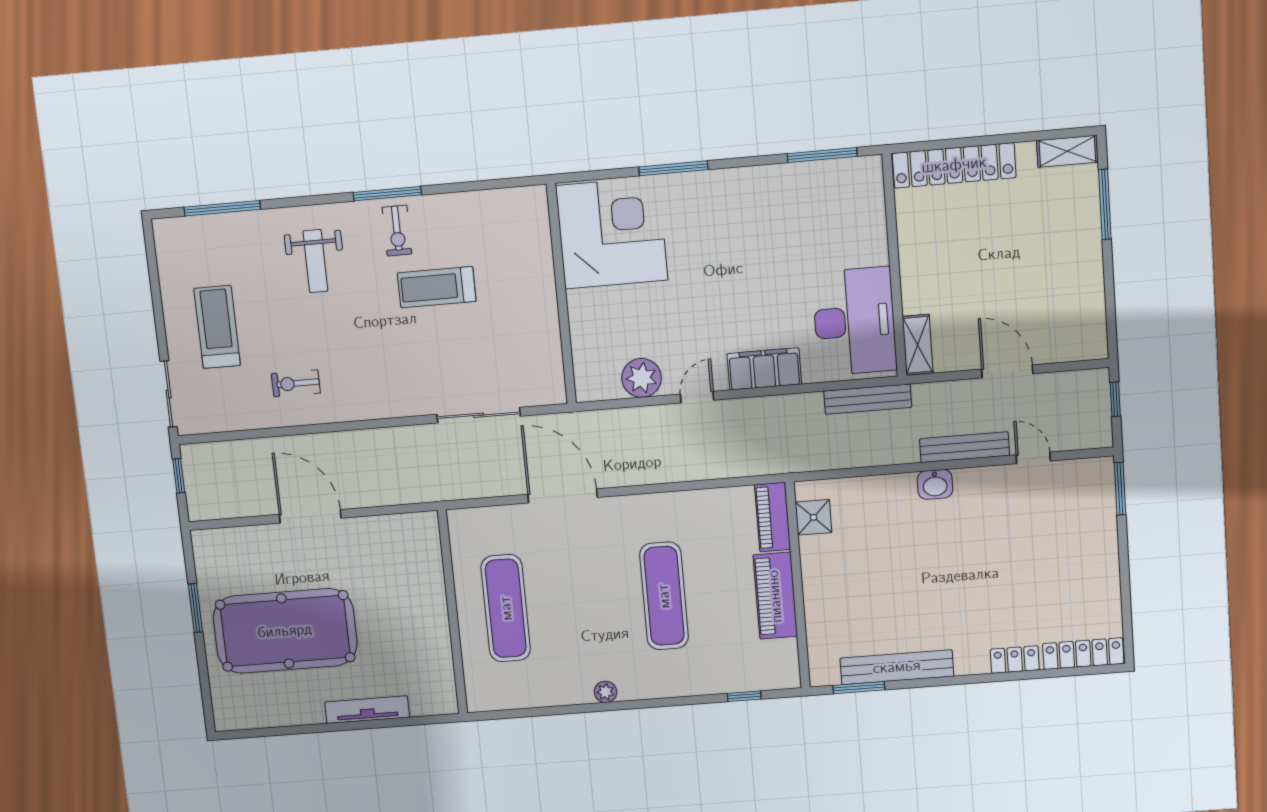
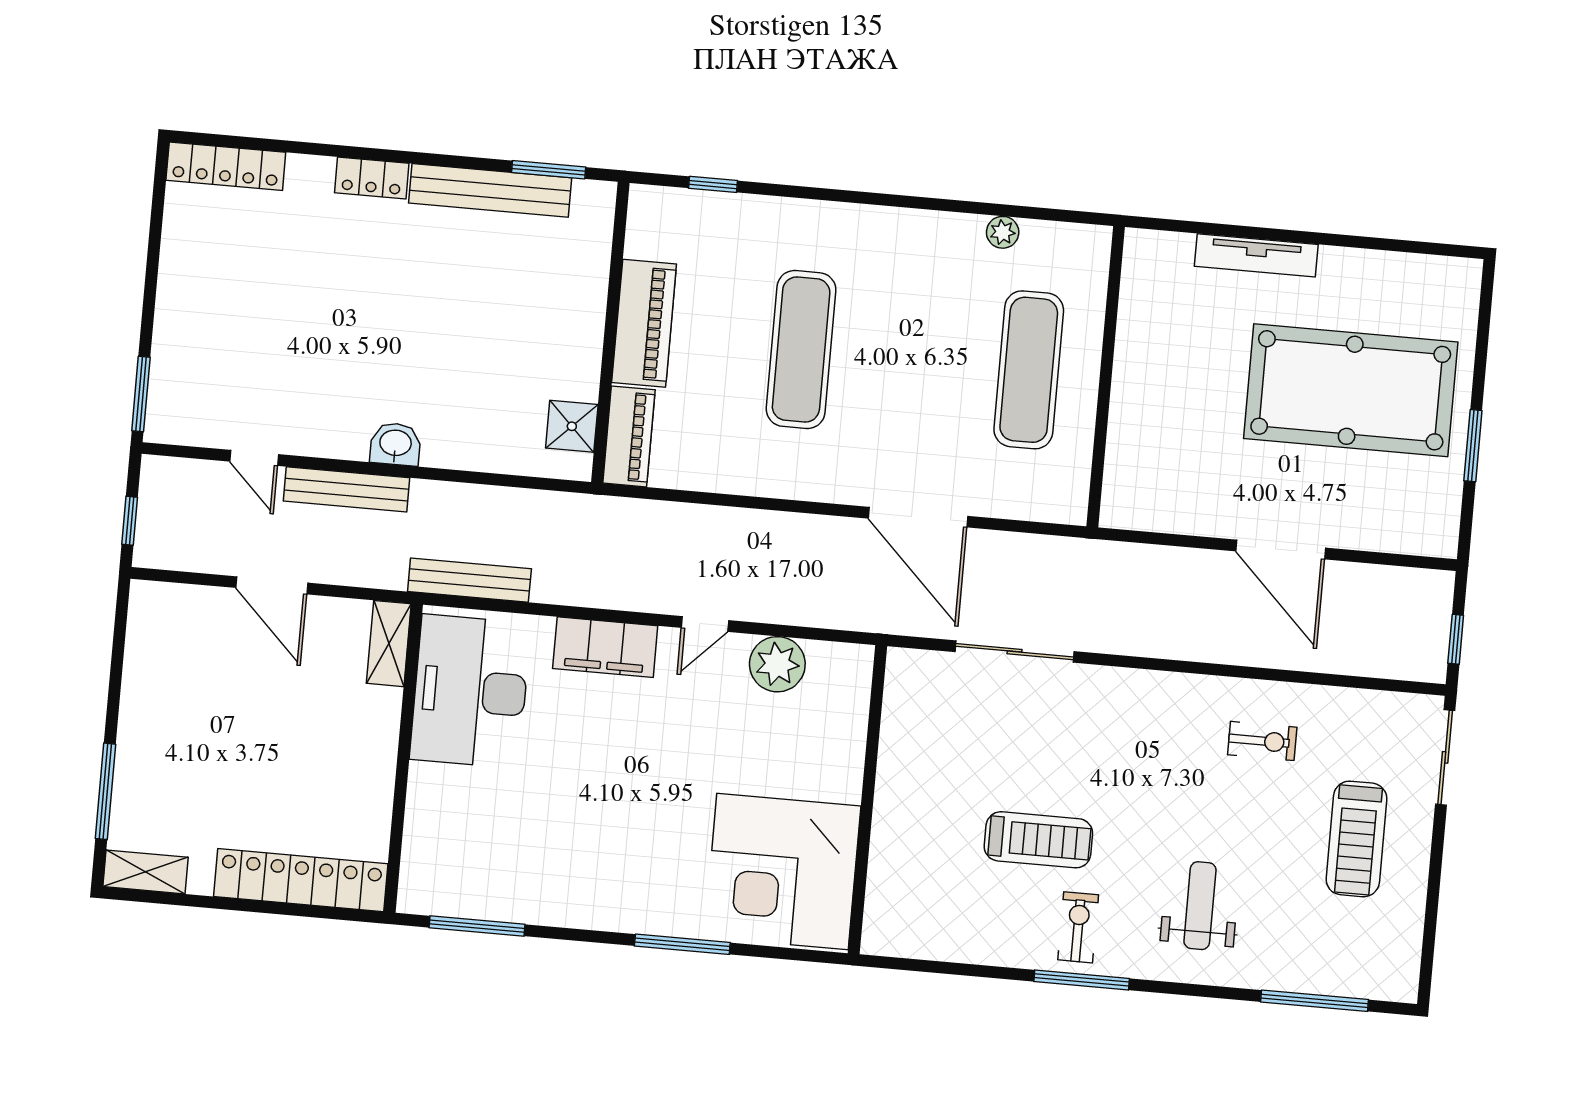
locker: (1015, 660) -> (372, 178), moved
plant: (606, 692) -> (1003, 232), moved

